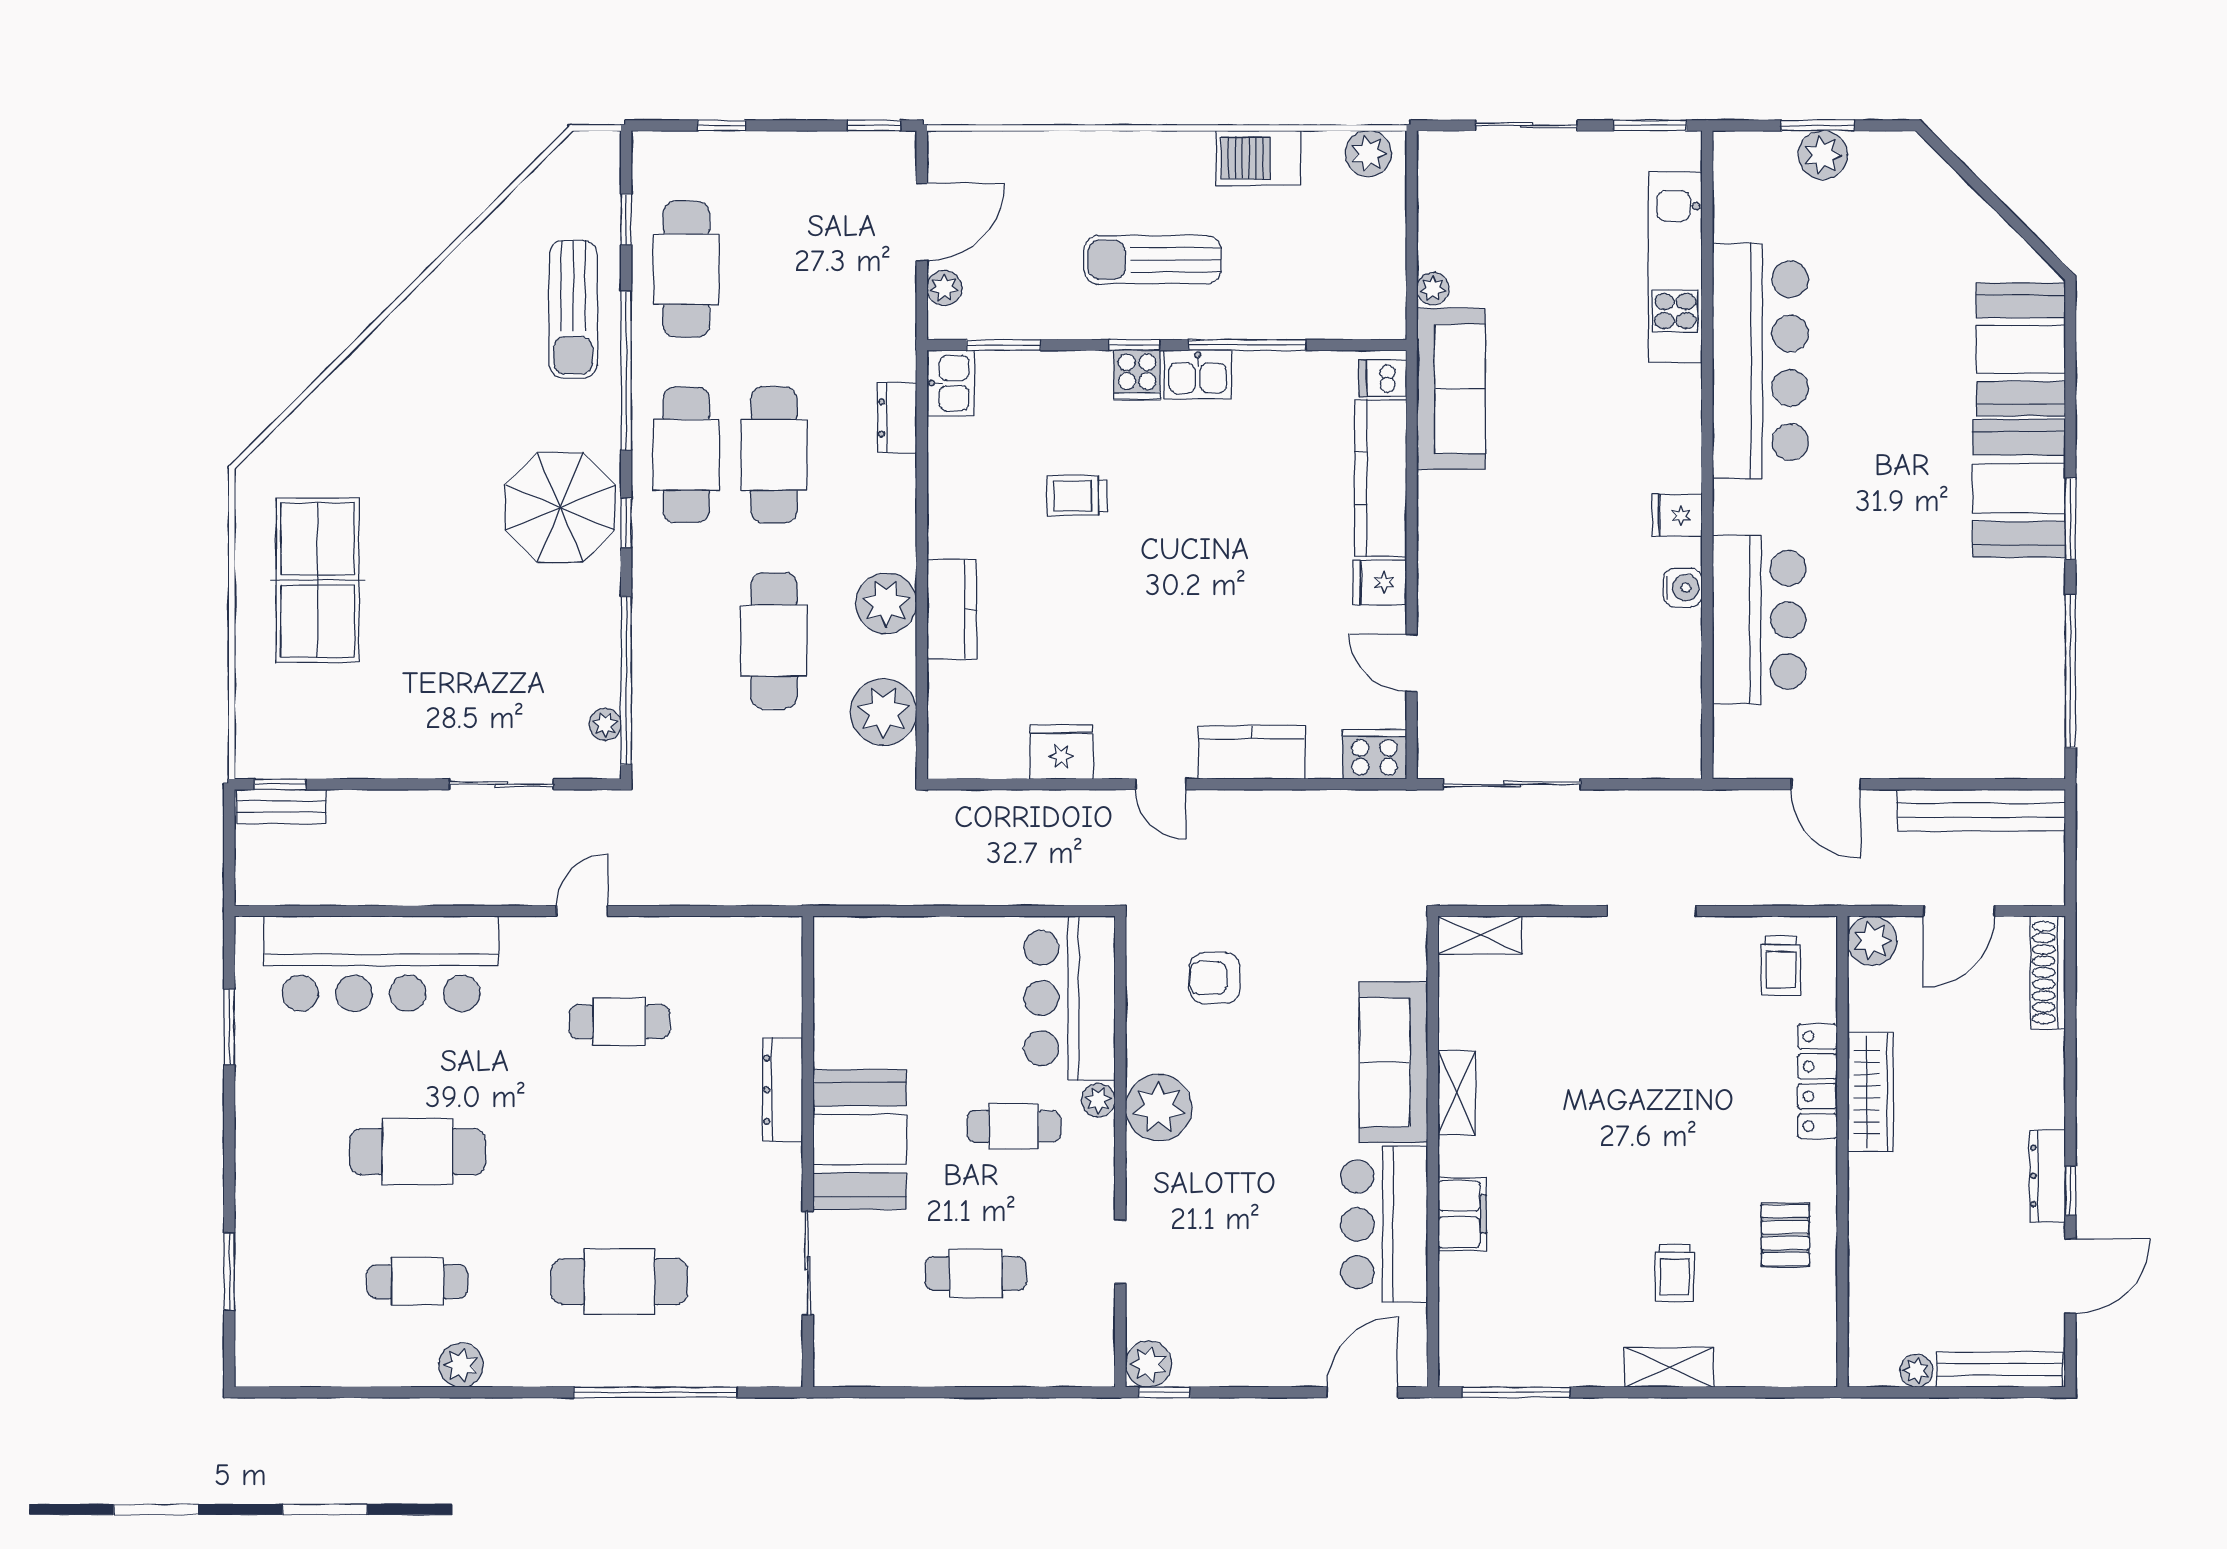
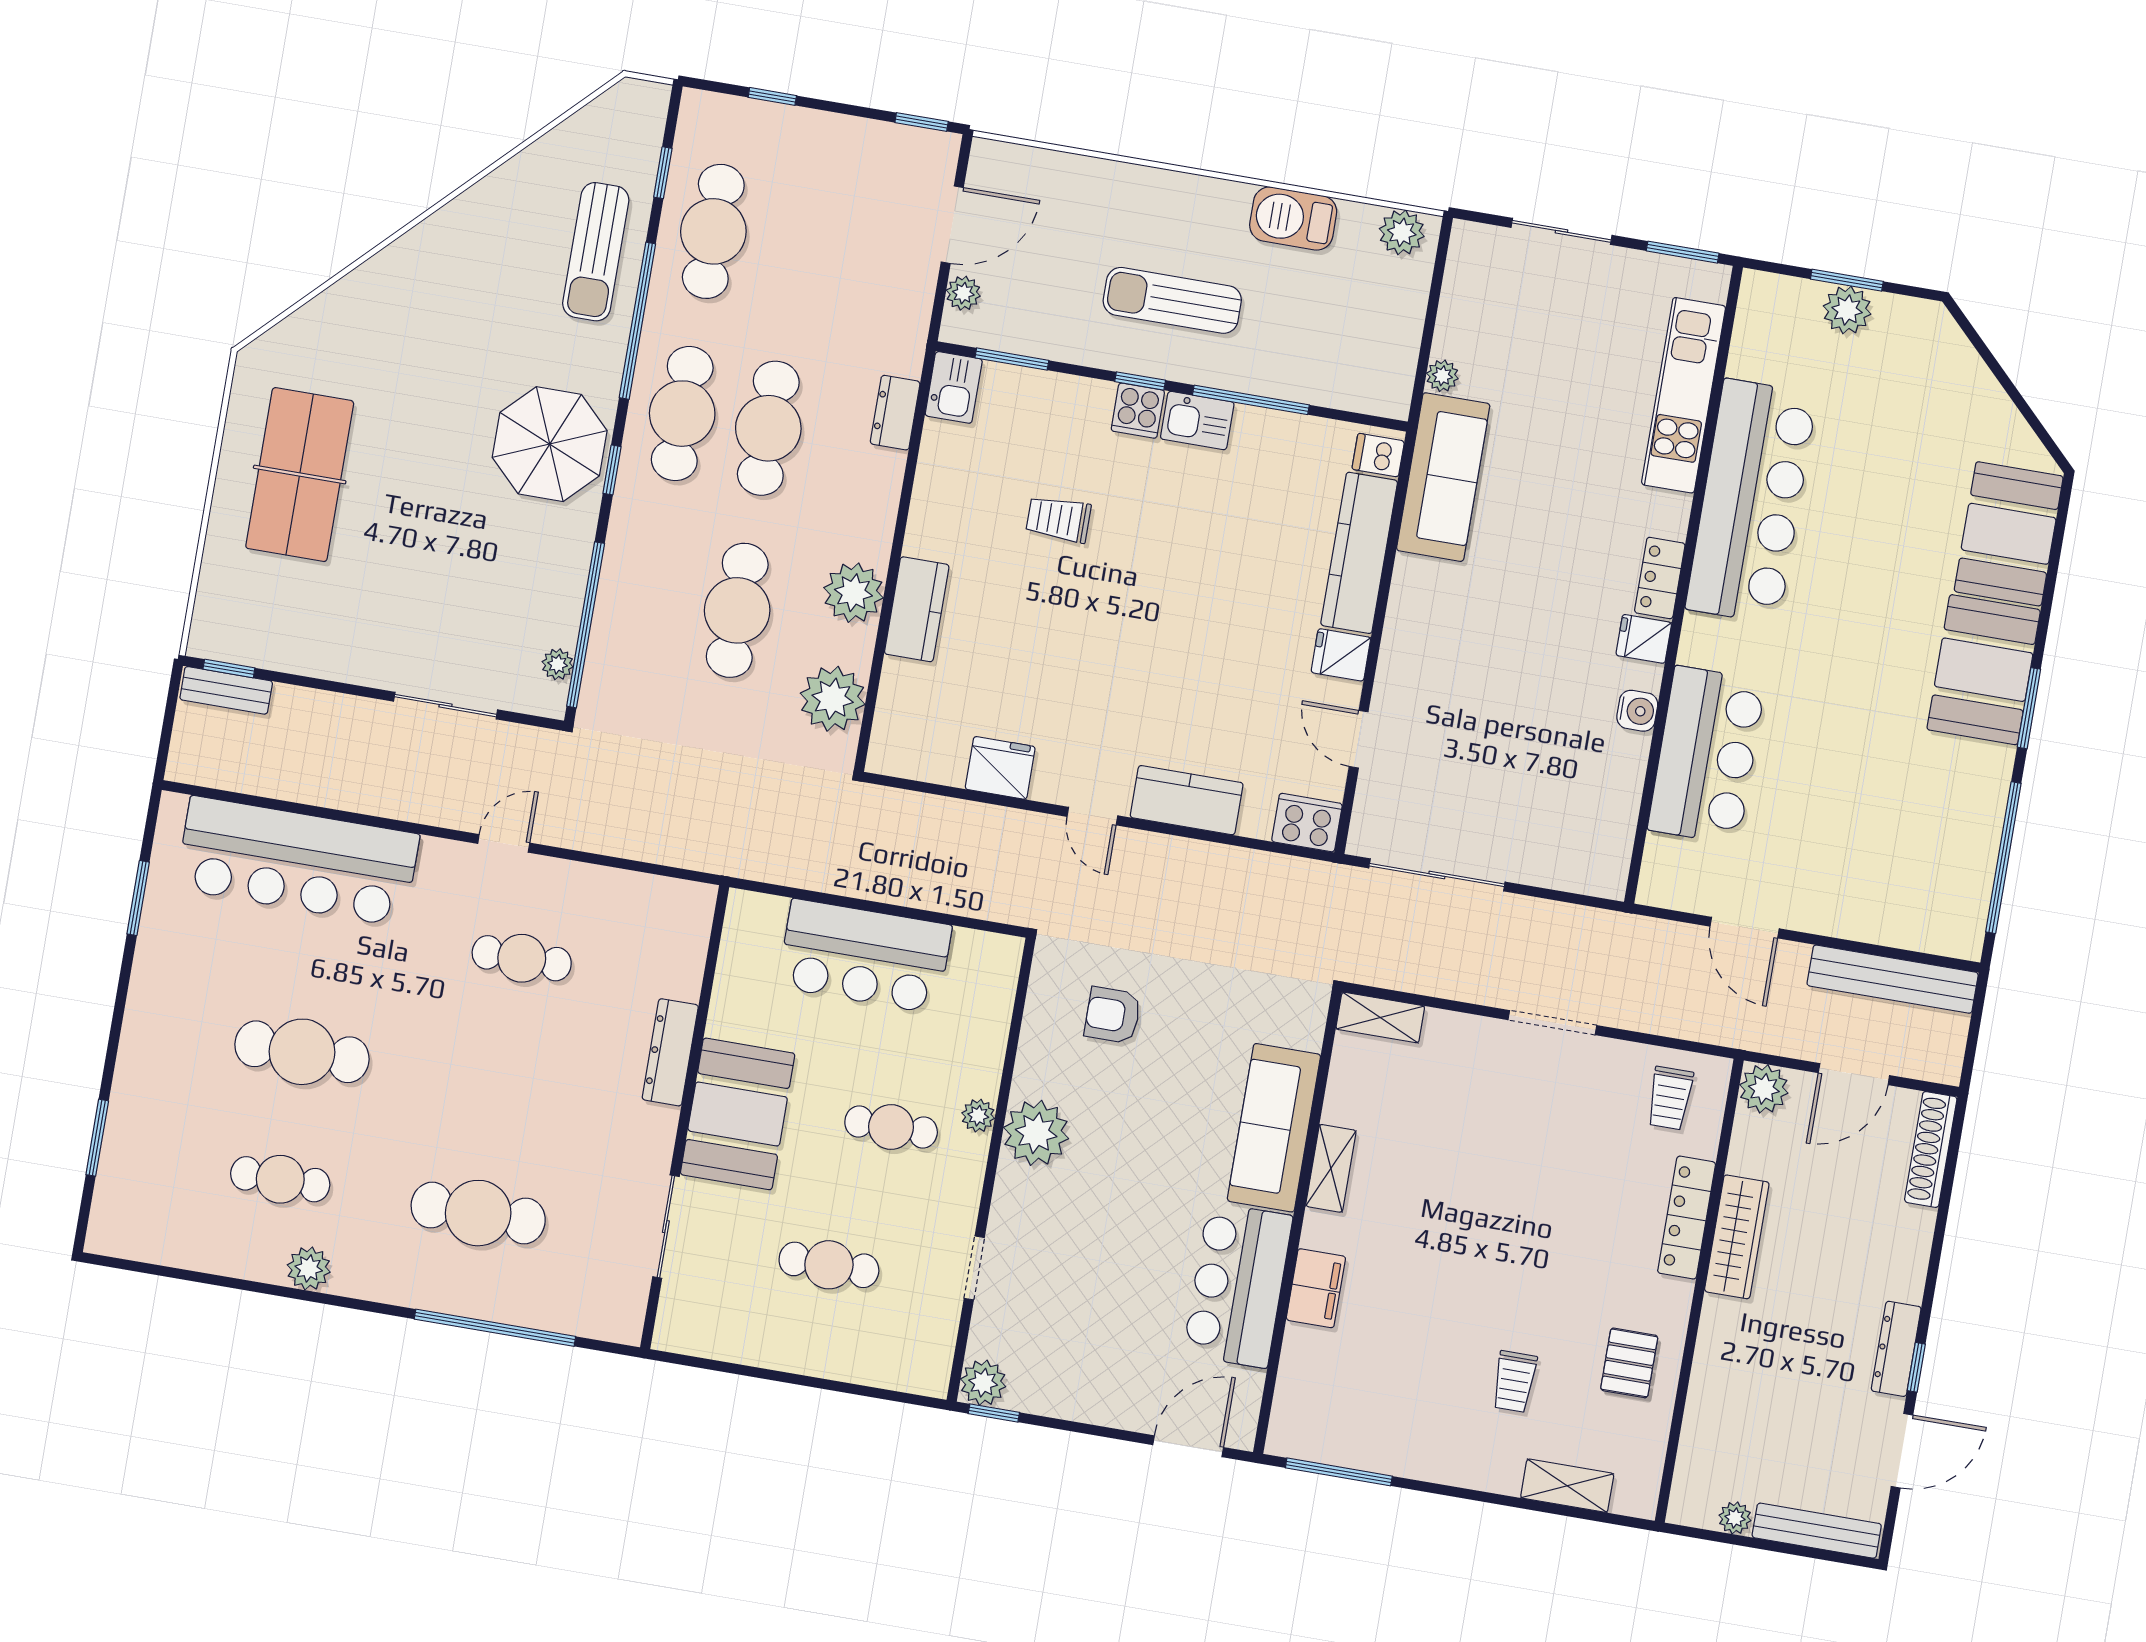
locker: (1683, 452) -> (1660, 578), added
bar counter: (1070, 998) -> (865, 956), moved, turned -90
shelving: (1669, 1367) -> (1567, 1486), moved

